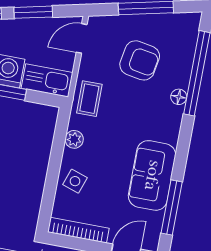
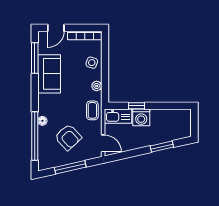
window: (33, 12) -> (133, 153), removed
door: (82, 38) -> (103, 143), hinge flipped
armchair: (140, 60) -> (68, 137), turned -143

